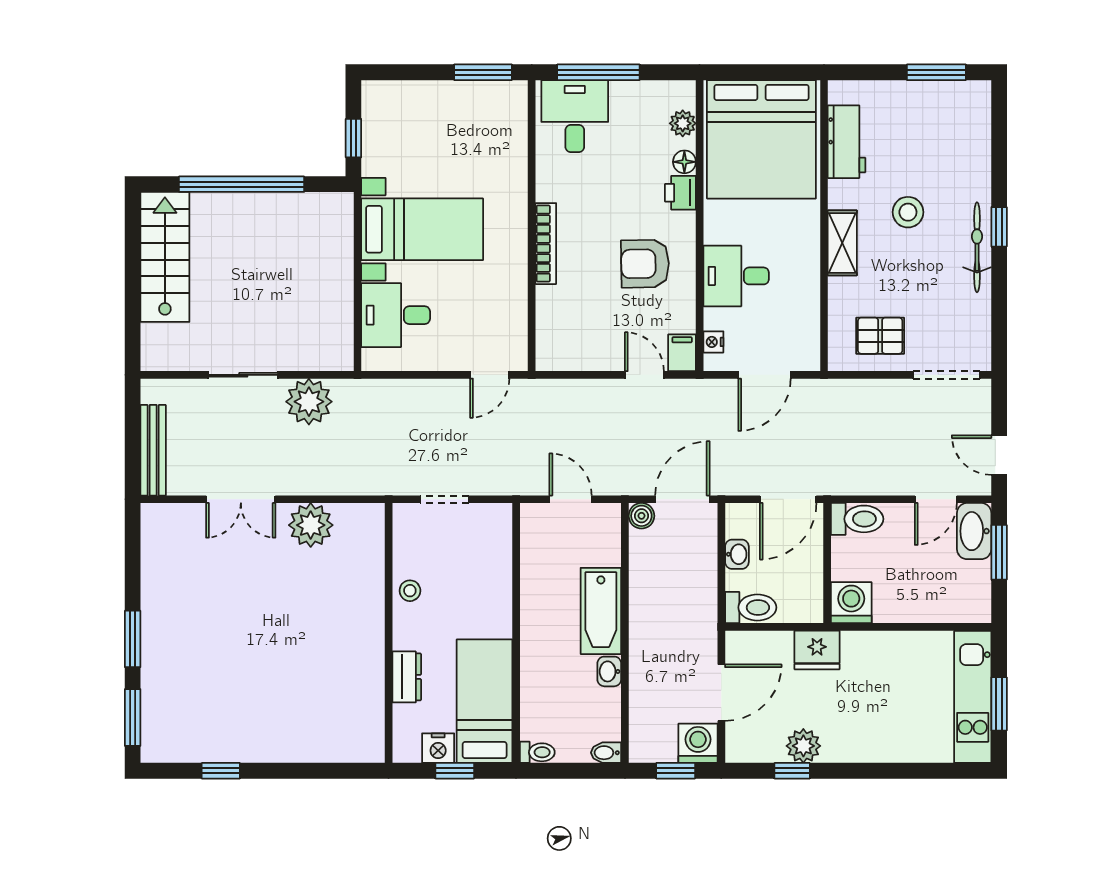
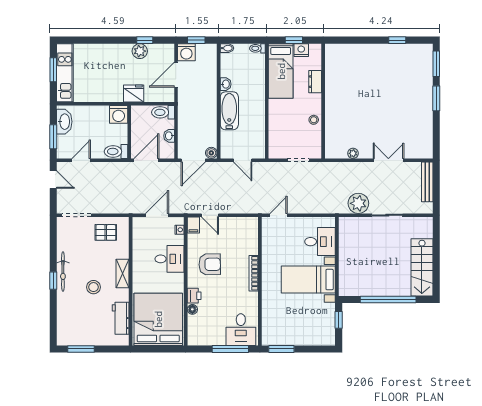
plant: (683, 123) -> (193, 326), removed
plant: (311, 525) -> (353, 153), width x0.53, depth x0.53
washbasin: (974, 531) -> (64, 122), moved

